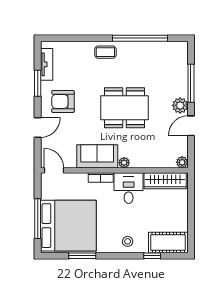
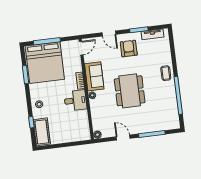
plant: (180, 105) -> (136, 128), removed
wardrobe: (165, 181) -> (84, 125), removed

